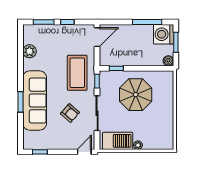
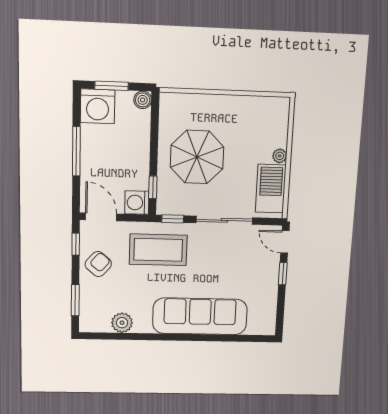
window: (67, 22) -> (76, 244), moved
window: (147, 22) -> (76, 151), moved
washing machine: (107, 59) -> (137, 203), added
window: (20, 102) -> (201, 338), removed
armchair: (70, 113) -> (98, 264), moved
window: (40, 152) -> (283, 274), moved

